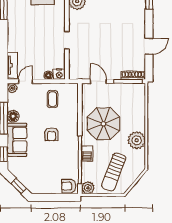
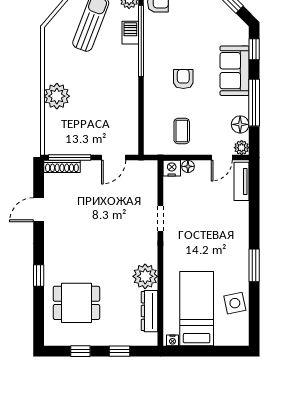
door: (98, 81) -> (114, 158), hinge flipped
floor lamp: (13, 116) -> (240, 124), moved
parasol: (103, 124) -> (106, 94), removed
plant: (137, 140) -> (57, 96), moved
barbecue: (87, 154) -> (130, 33), moved

